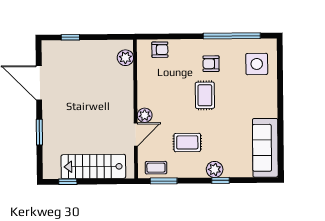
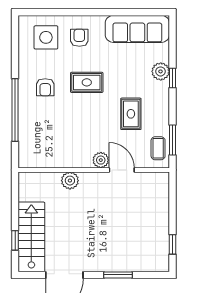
window: (232, 36) -> (15, 110), moved
armchair: (160, 50) -> (79, 38), moved
plant: (125, 58) -> (70, 181), moved
rug: (205, 95) -> (87, 82), moved
stairs: (93, 167) -> (31, 237), moved, turned 180
plant: (215, 169) -> (161, 71), moved

